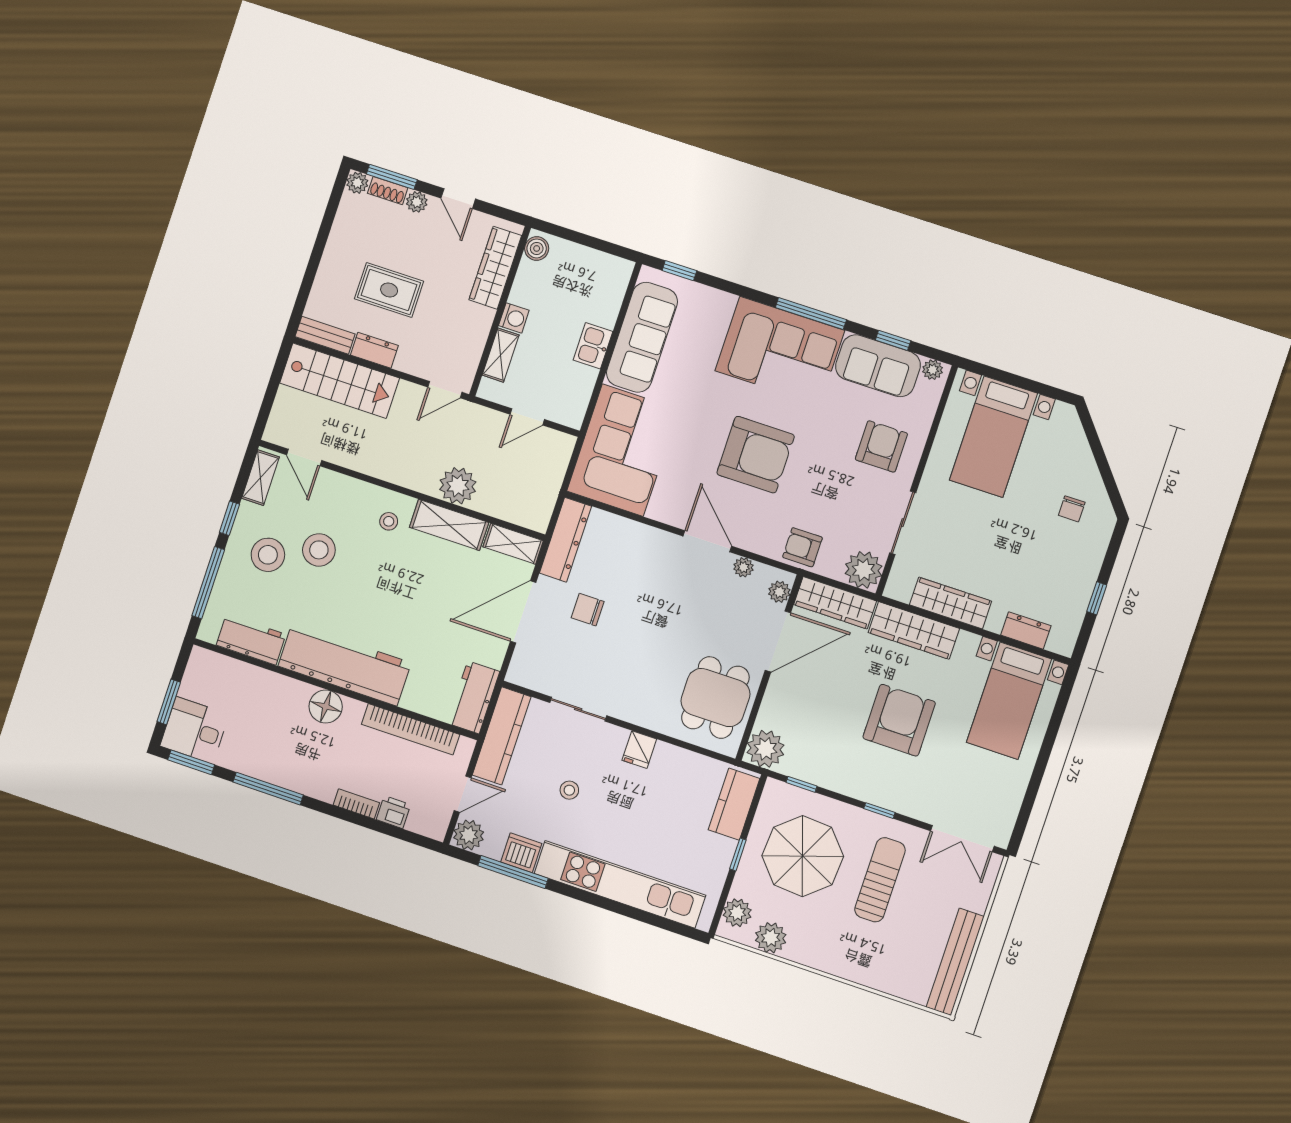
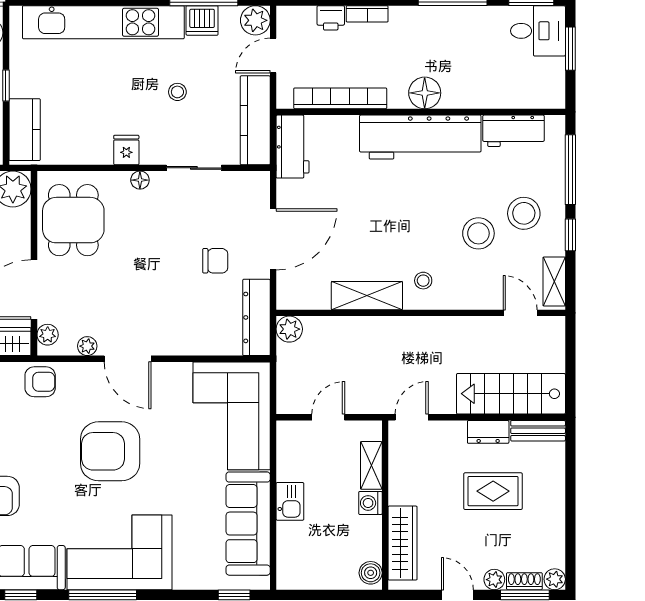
plant: (458, 486) -> (289, 329), moved, width x0.73, depth x0.73
shelving: (513, 544) -> (303, 298), removed
floor lamp: (636, 715) -> (140, 180), added

